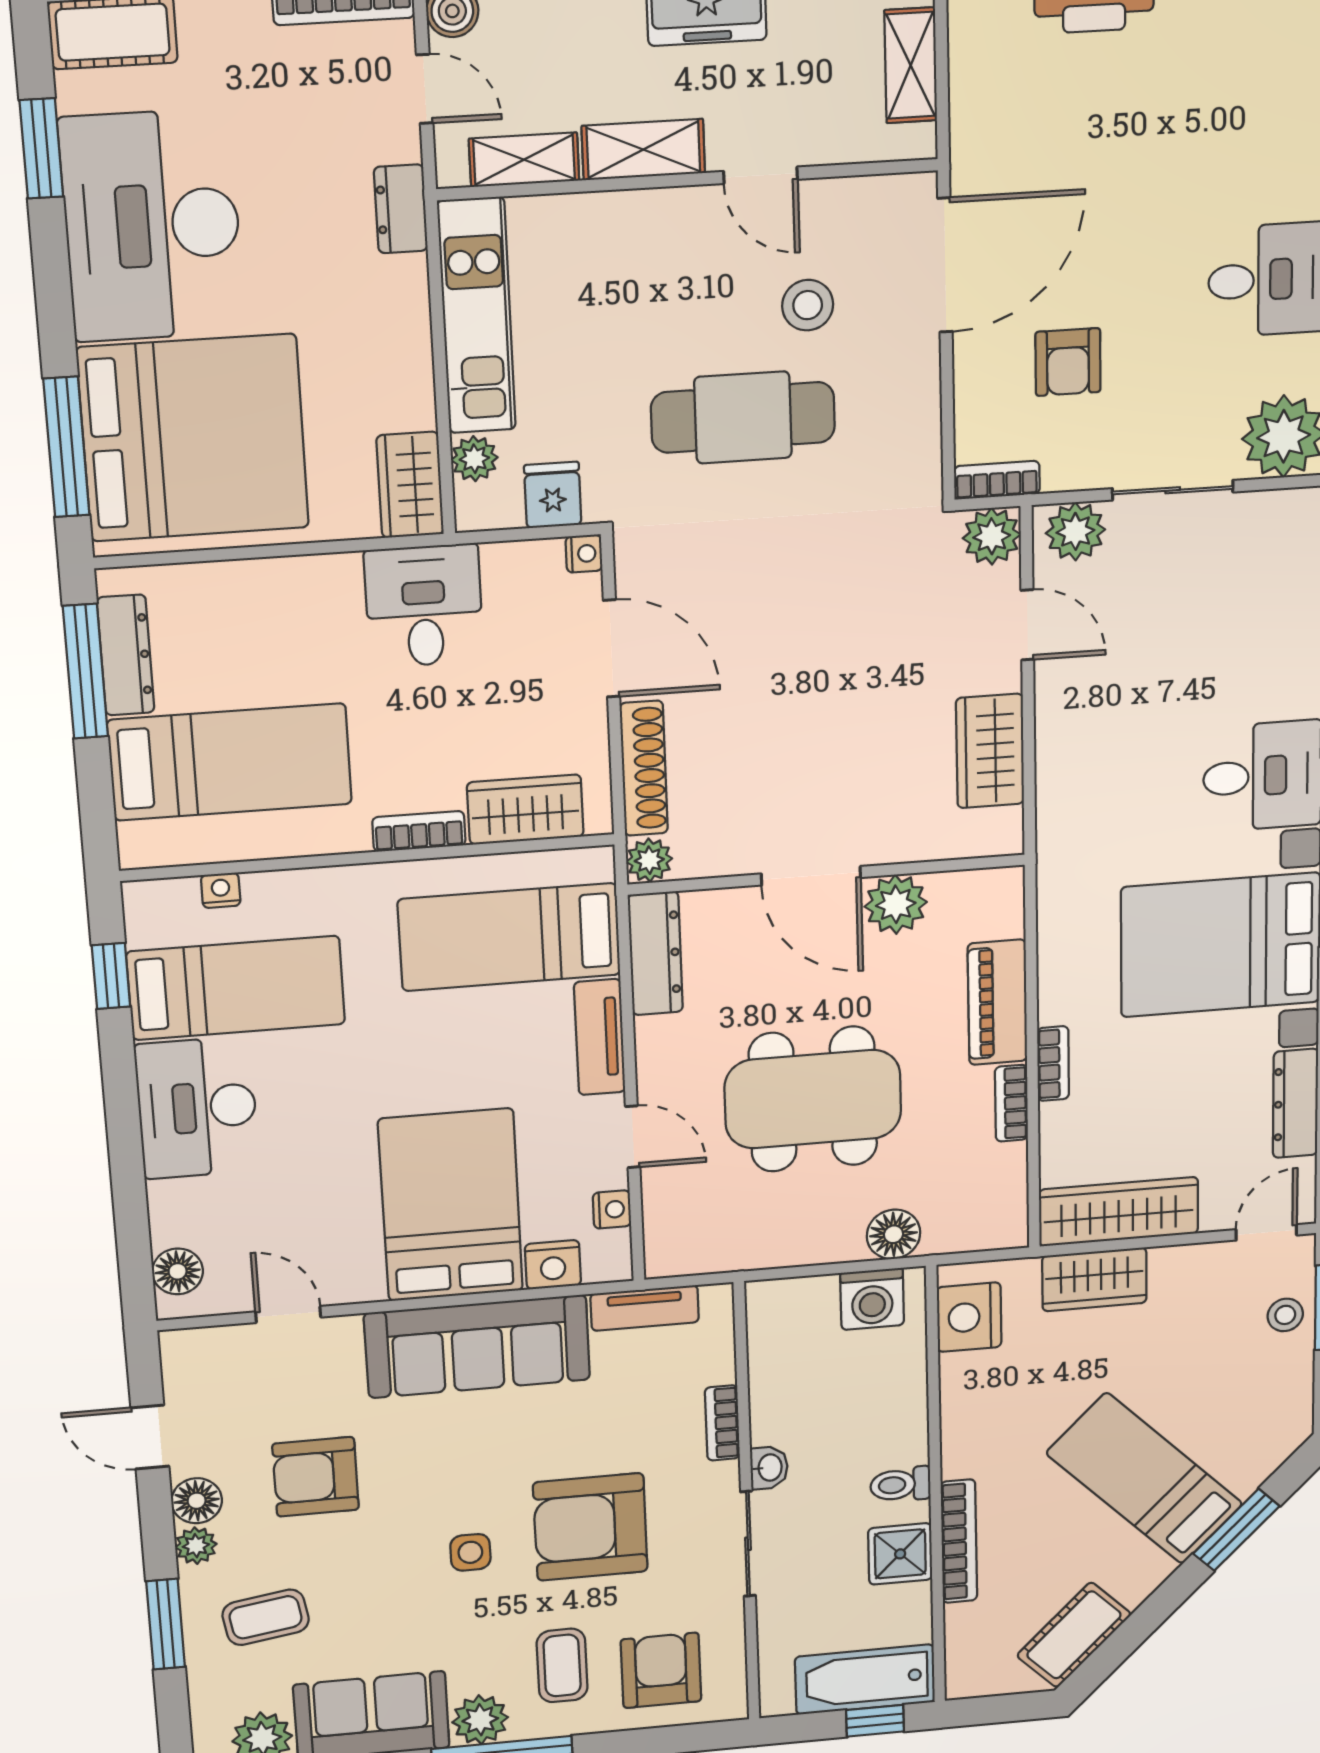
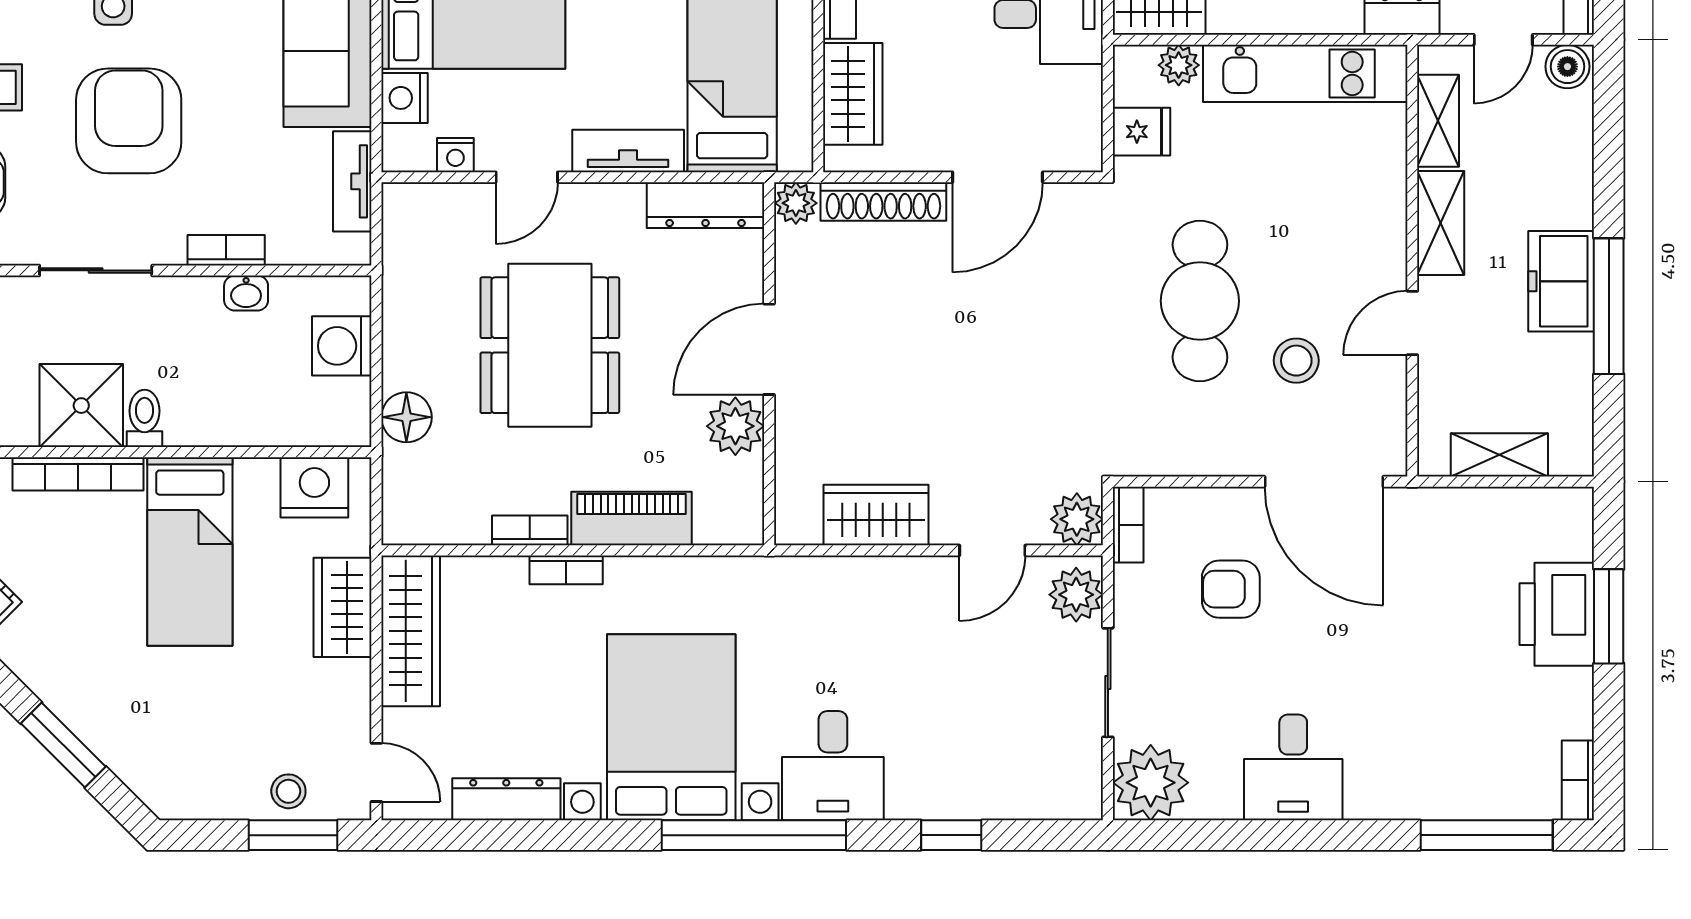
nightstand: (584, 554) -> (1086, 157), removed
washing machine: (872, 1299) -> (342, 346), moved
washbasin: (769, 1468) -> (246, 293), moved
bed: (1145, 1478) -> (190, 552), moved, turned 135
shower: (900, 1554) -> (81, 406), width x1.36, depth x1.36

